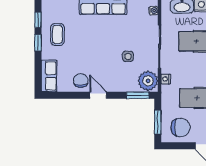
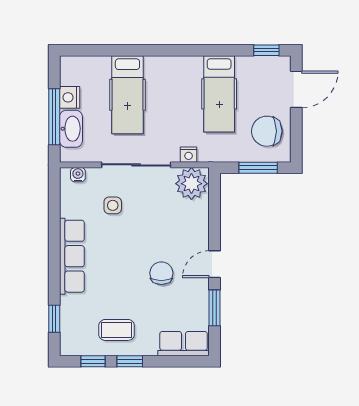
side table: (128, 56) -> (113, 205), moved
chair: (81, 81) -> (161, 273), moved, turned 90
window: (138, 95) -> (215, 308), moved
chair: (180, 127) -> (267, 131), turned -90

